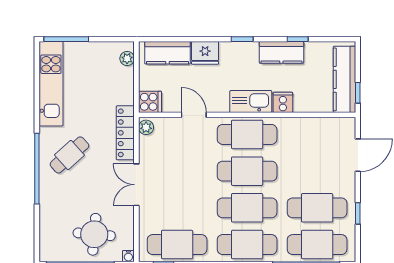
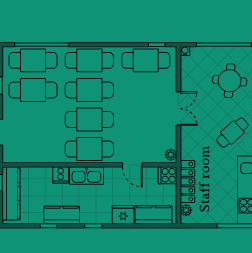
locker: (125, 133) -> (187, 181), moved
round table: (94, 234) -> (230, 81), moved

